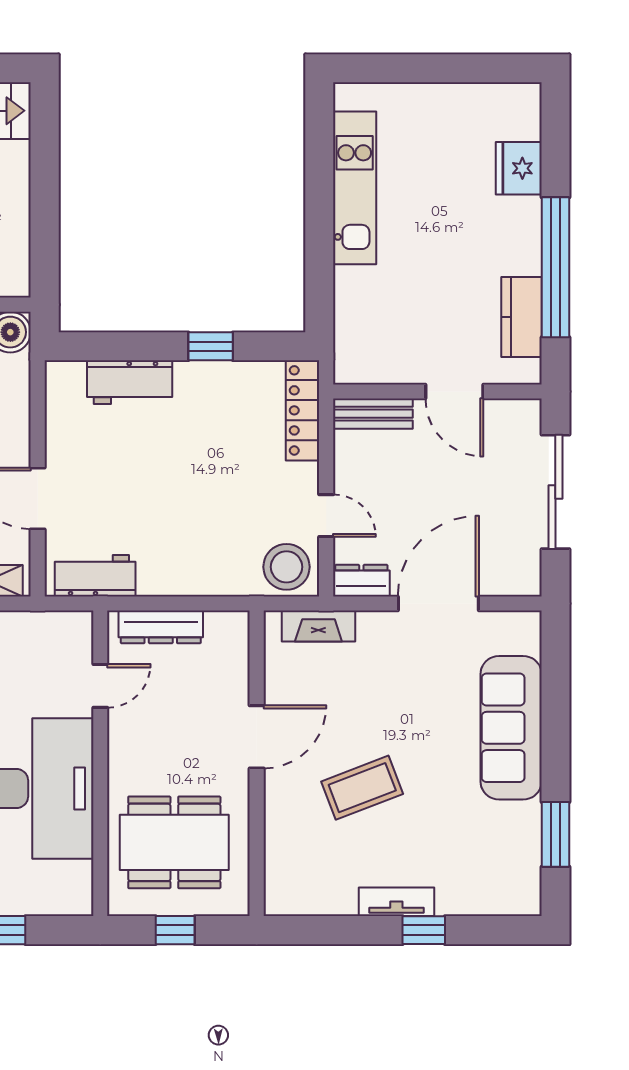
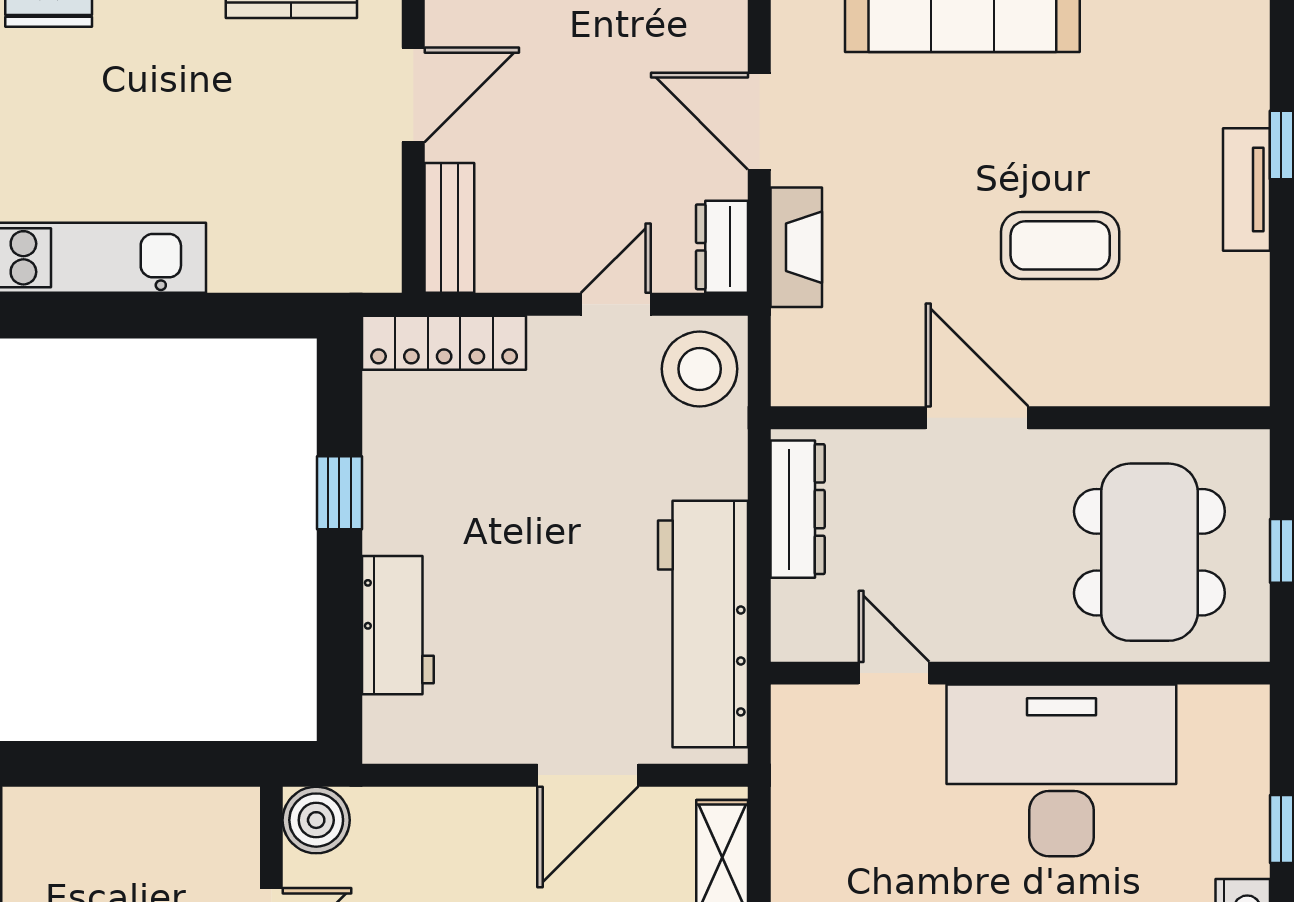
workbench: (95, 576) -> (703, 624), width x1.88, depth x1.32
door: (438, 603) -> (759, 121), width x0.73
fireplace: (318, 626) -> (796, 247), moved
dresser: (161, 627) -> (798, 509), moved
coffee table: (362, 788) -> (1060, 245), turned -69

